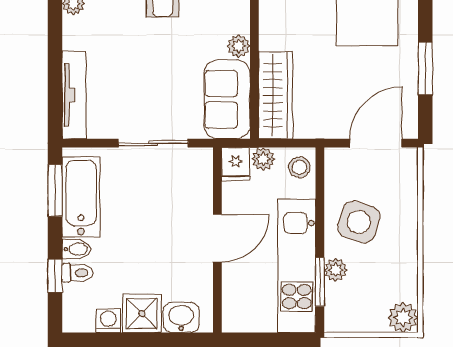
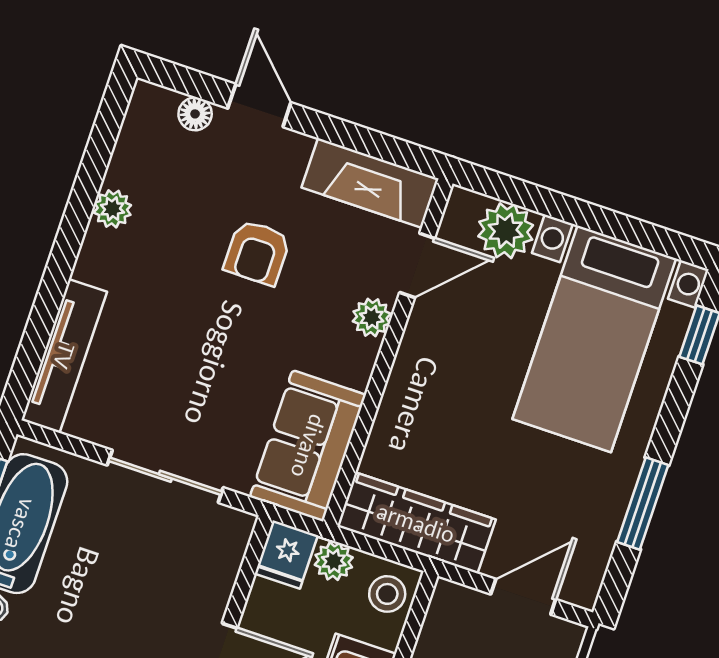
plant: (239, 46) -> (372, 317), moved
wardrobe: (275, 95) -> (416, 523), moved, turned -90
door: (376, 143) -> (523, 597), width x0.73

